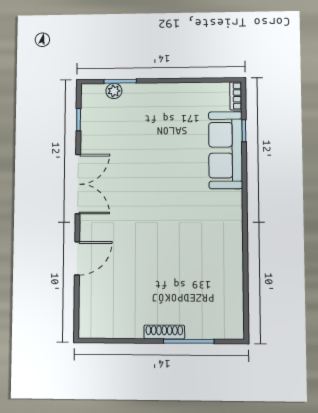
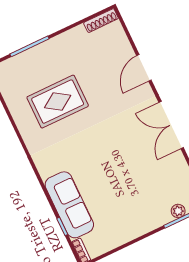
rug: (186, 266) -> (58, 102), added
shoe rack: (164, 332) -> (101, 21), moved

